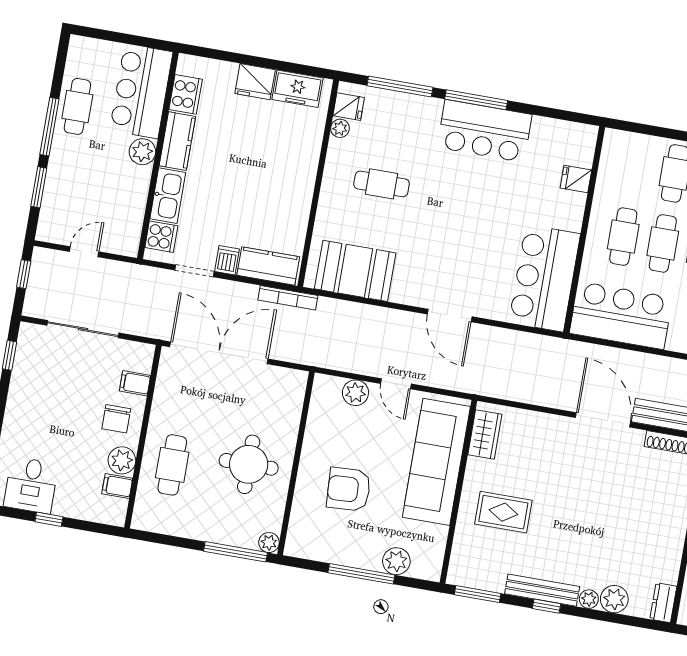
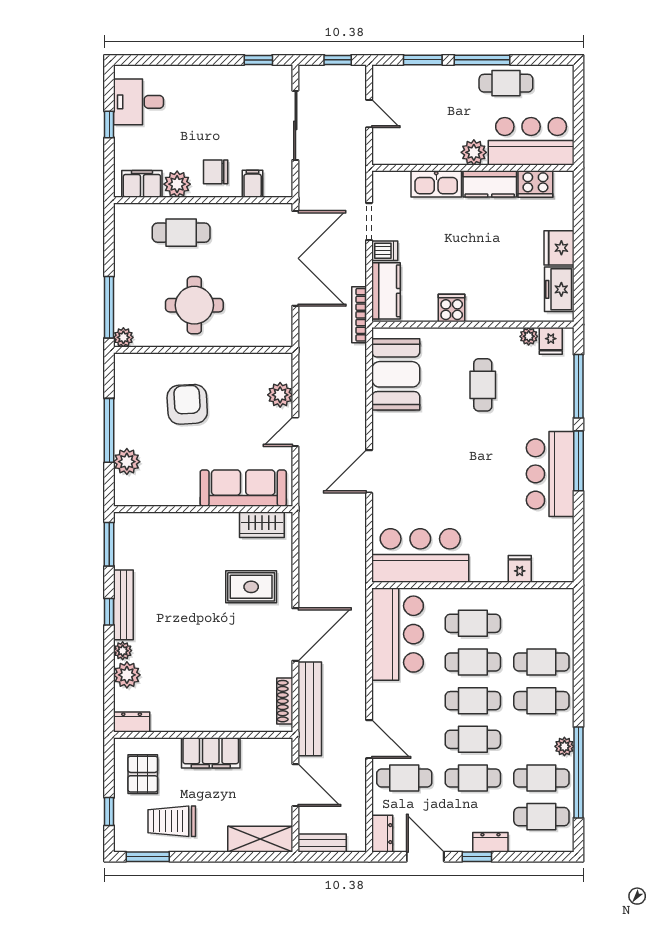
cooker: (161, 237) -> (452, 308), moved, turned 180
sofa: (436, 462) -> (243, 488), width x0.74, depth x0.79
filing cabinet: (117, 486) -> (142, 184), width x2.00
rug: (503, 512) -> (251, 587), moved, turned 90

